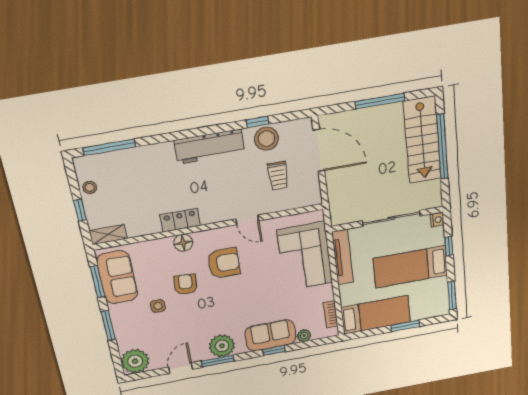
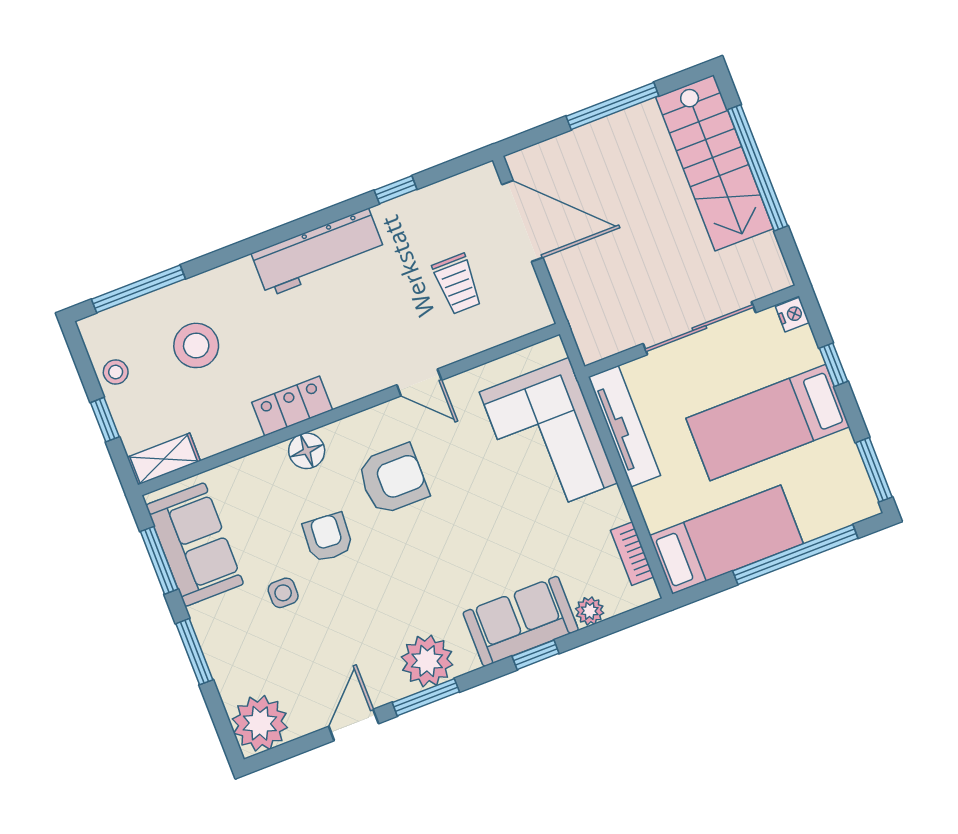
stool: (267, 139) -> (196, 345), moved
window: (405, 326) -> (795, 555), width x2.11

